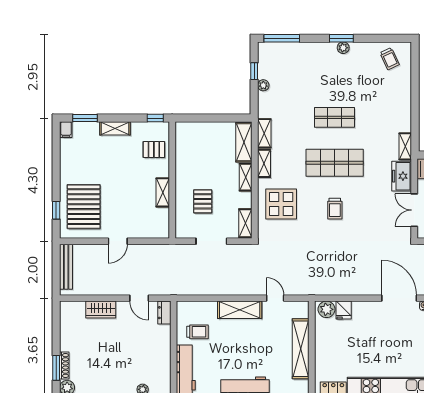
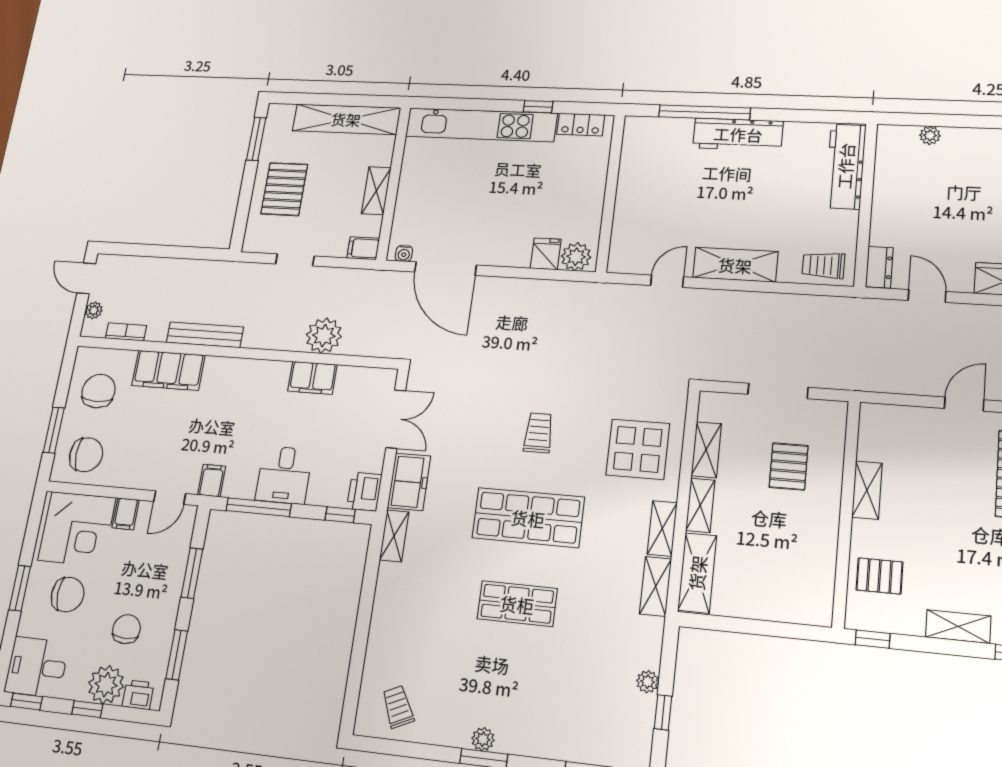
shelving: (245, 223) -> (706, 450), moved
door: (275, 298) -> (667, 281), swing flipped
trolley: (198, 332) -> (823, 265), moved
shelving: (301, 349) -> (630, 192), removed

